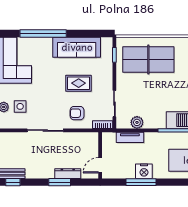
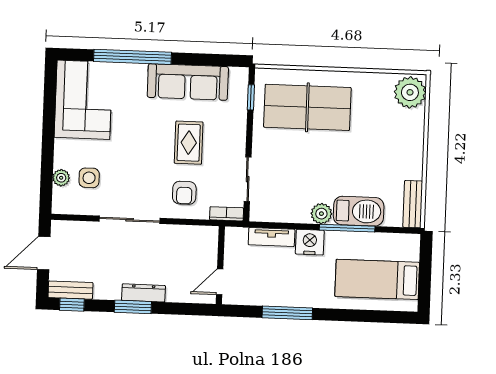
rug: (79, 83) -> (189, 143), turned 90
armchair: (77, 113) -> (184, 193), turned -90
plant: (137, 122) -> (321, 214), moved
nightstand: (144, 171) -> (310, 242), moved, turned 180
dresser: (68, 174) -> (144, 293), moved
window: (60, 182) -> (133, 307), moved

